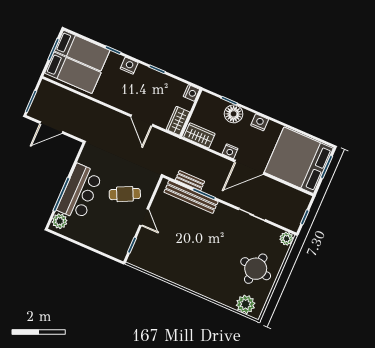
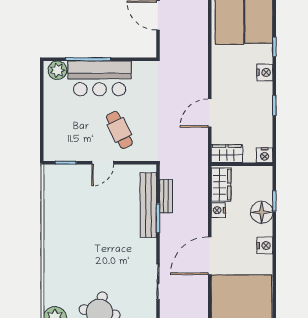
nightstand: (230, 151) -> (218, 210), moved
door: (249, 167) -> (210, 256), hinge flipped

